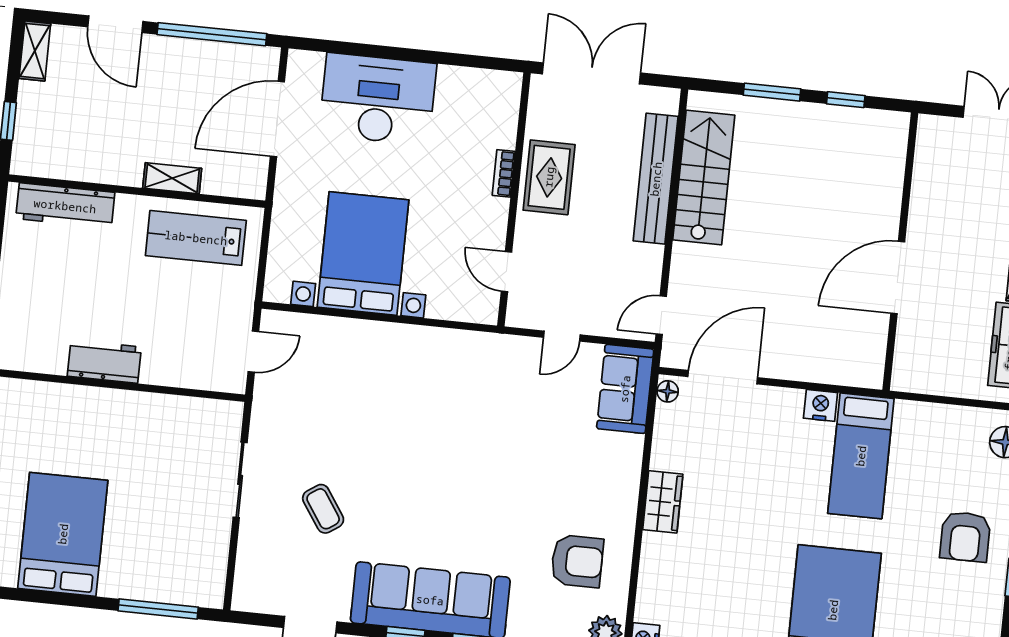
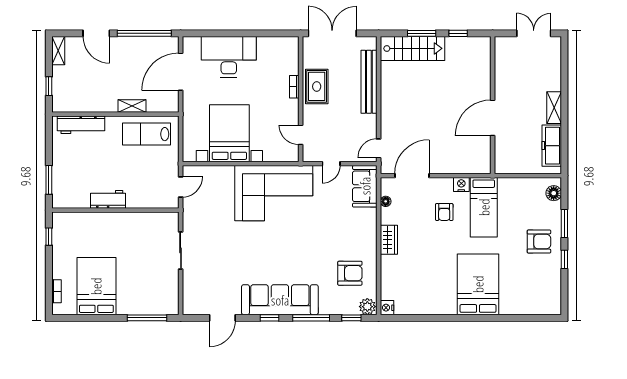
stairs: (704, 178) -> (413, 48), moved, turned 90
corner sofa: (440, 384) -> (274, 193), added
floor lamp: (668, 391) -> (386, 201), moved
armchair: (780, 457) -> (444, 212), added
coffee table: (323, 509) -> (223, 260), removed
armchair: (965, 537) -> (539, 242), turned -90

